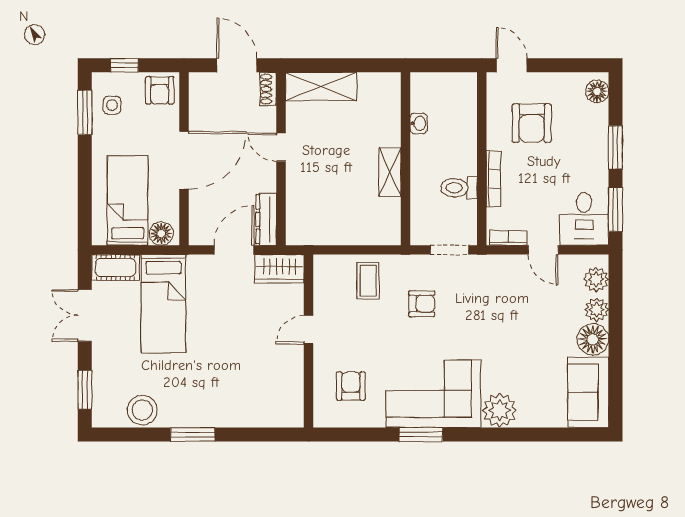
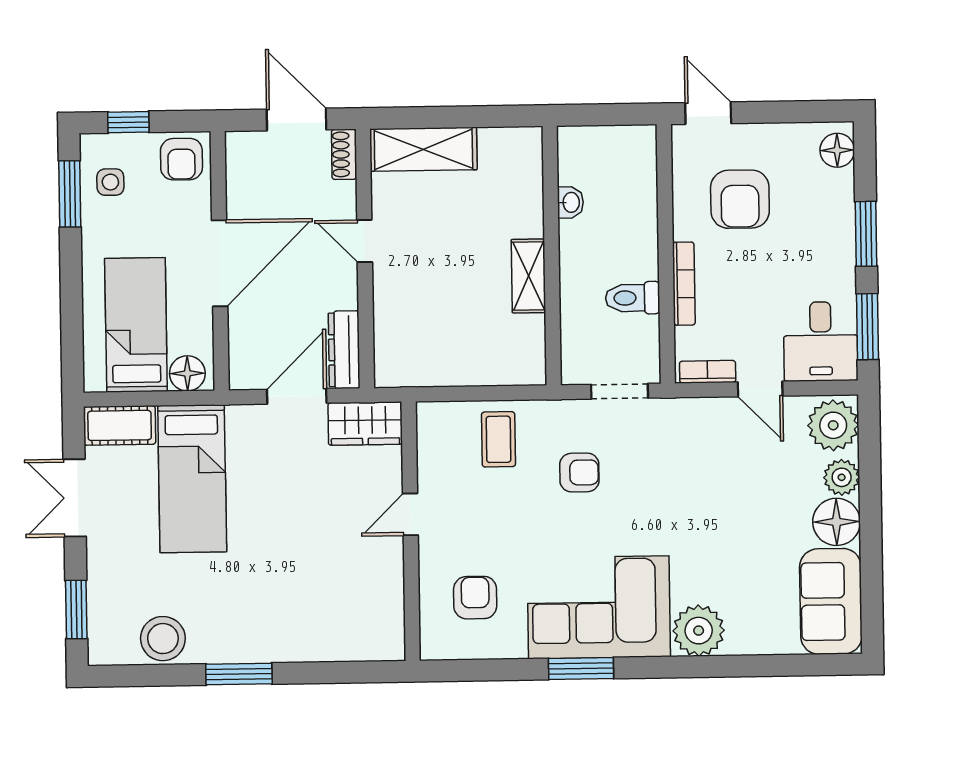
plant: (596, 279) -> (833, 425), width x1.36, depth x1.36

